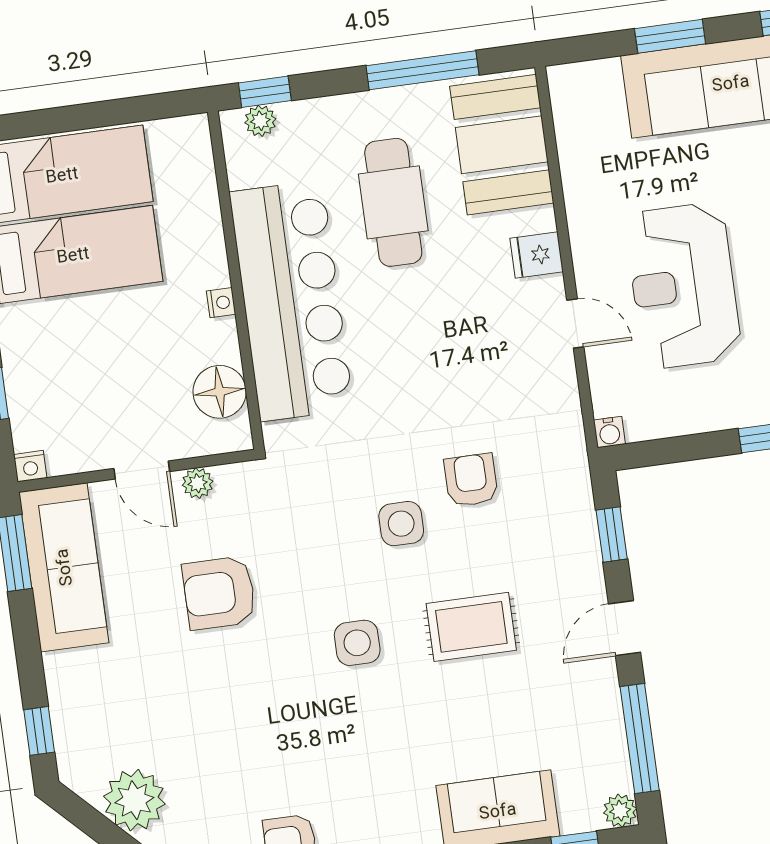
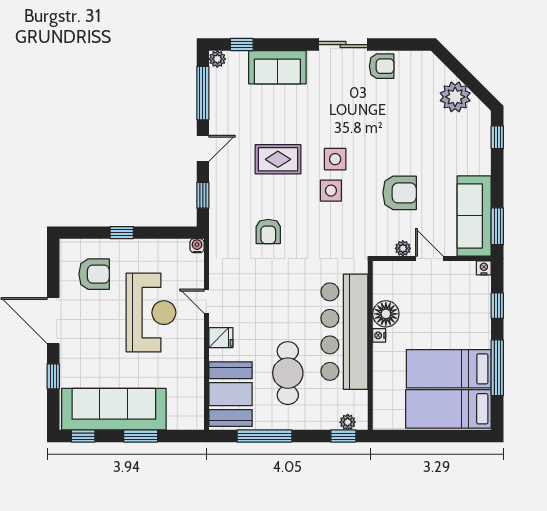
floor lamp: (220, 392) -> (386, 314), moved
side table: (401, 524) -> (331, 191), moved

